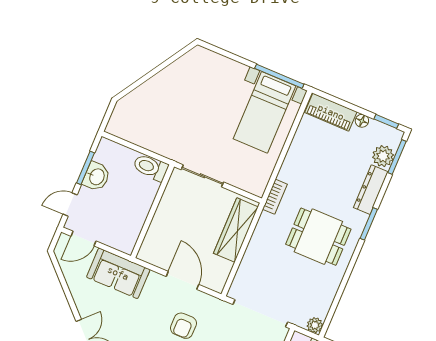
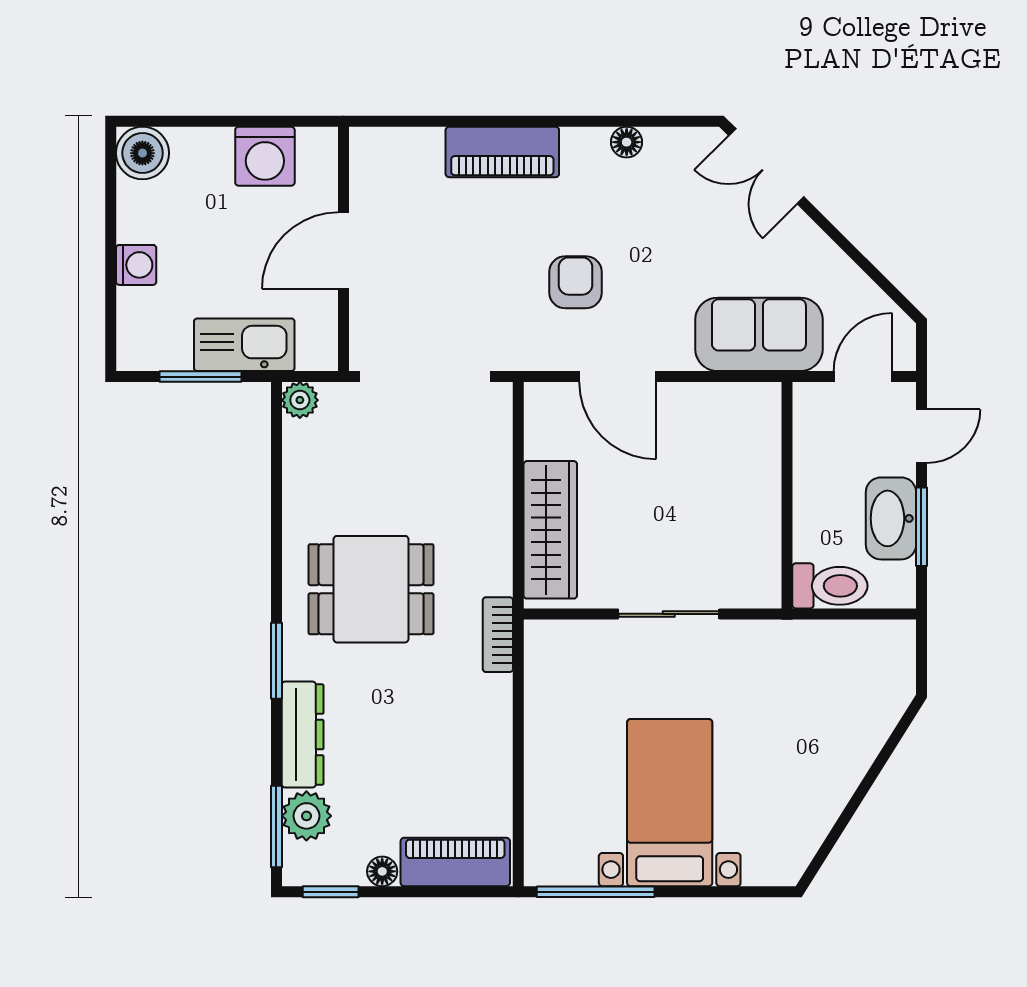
bed with nightstands: (265, 112) -> (670, 803), moved
toilet: (151, 167) -> (830, 586), moved
washbasin: (96, 177) -> (891, 518), width x1.38
wall: (152, 211) -> (787, 495), moved

